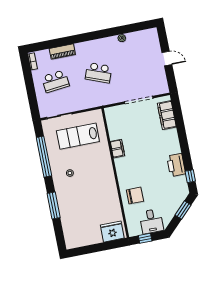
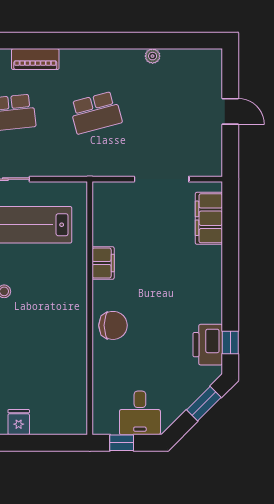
school desk: (99, 73) -> (96, 113), turned -36
printer: (176, 165) -> (208, 345), moved
chair: (135, 196) -> (113, 325), moved
fridge: (112, 232) -> (19, 422), moved, width x0.53, depth x0.75

